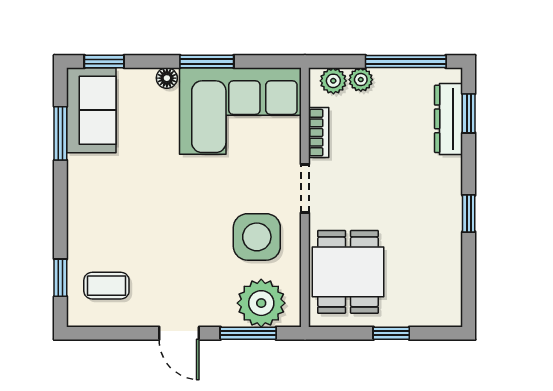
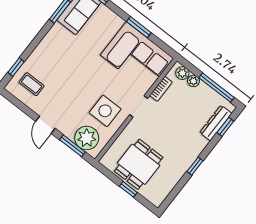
floor lamp: (167, 78) -> (118, 21), removed
dining table: (348, 272) -> (139, 164), moved

